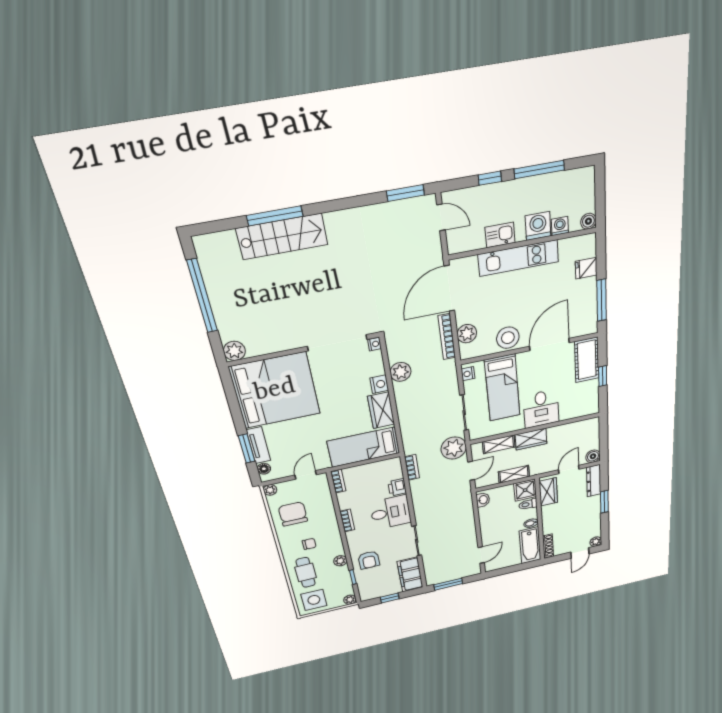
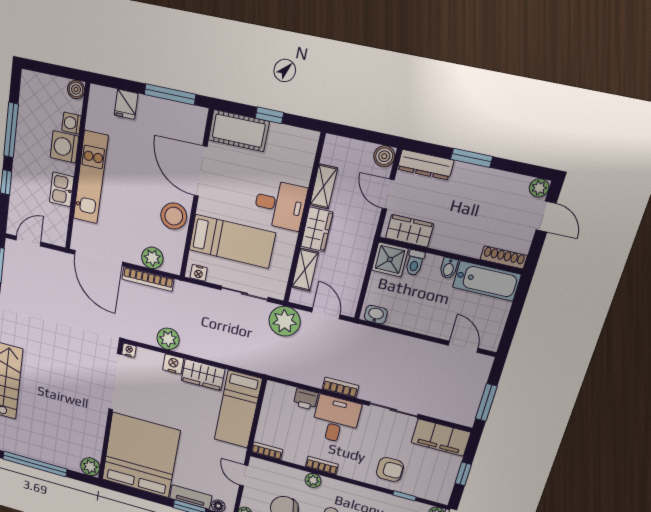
bookcase: (412, 467) -> (340, 387), moved
shelving: (514, 474) -> (324, 187), moved
plant: (340, 561) -> (313, 480), moved

